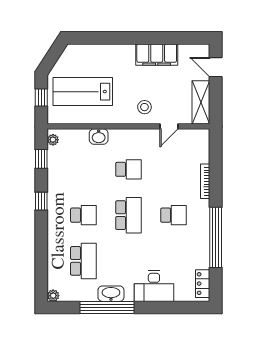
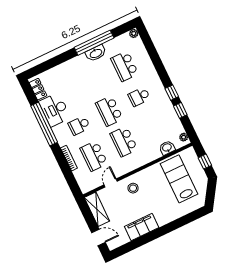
lab bench: (83, 92) -> (179, 179), turned -90
washbasin: (99, 137) -> (167, 148), moved
window: (41, 159) -> (180, 110), moved
school desk: (128, 169) -> (124, 142), width x1.85
school desk: (173, 169) -> (94, 156), added
desk: (154, 286) -> (55, 110), moved, turned -90

